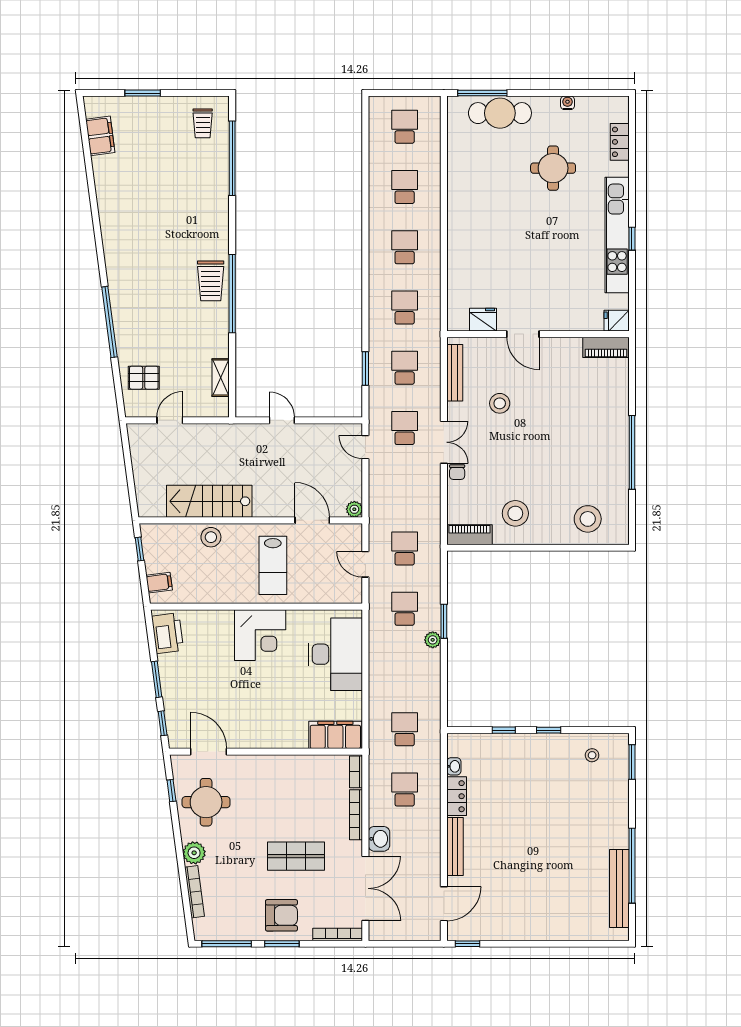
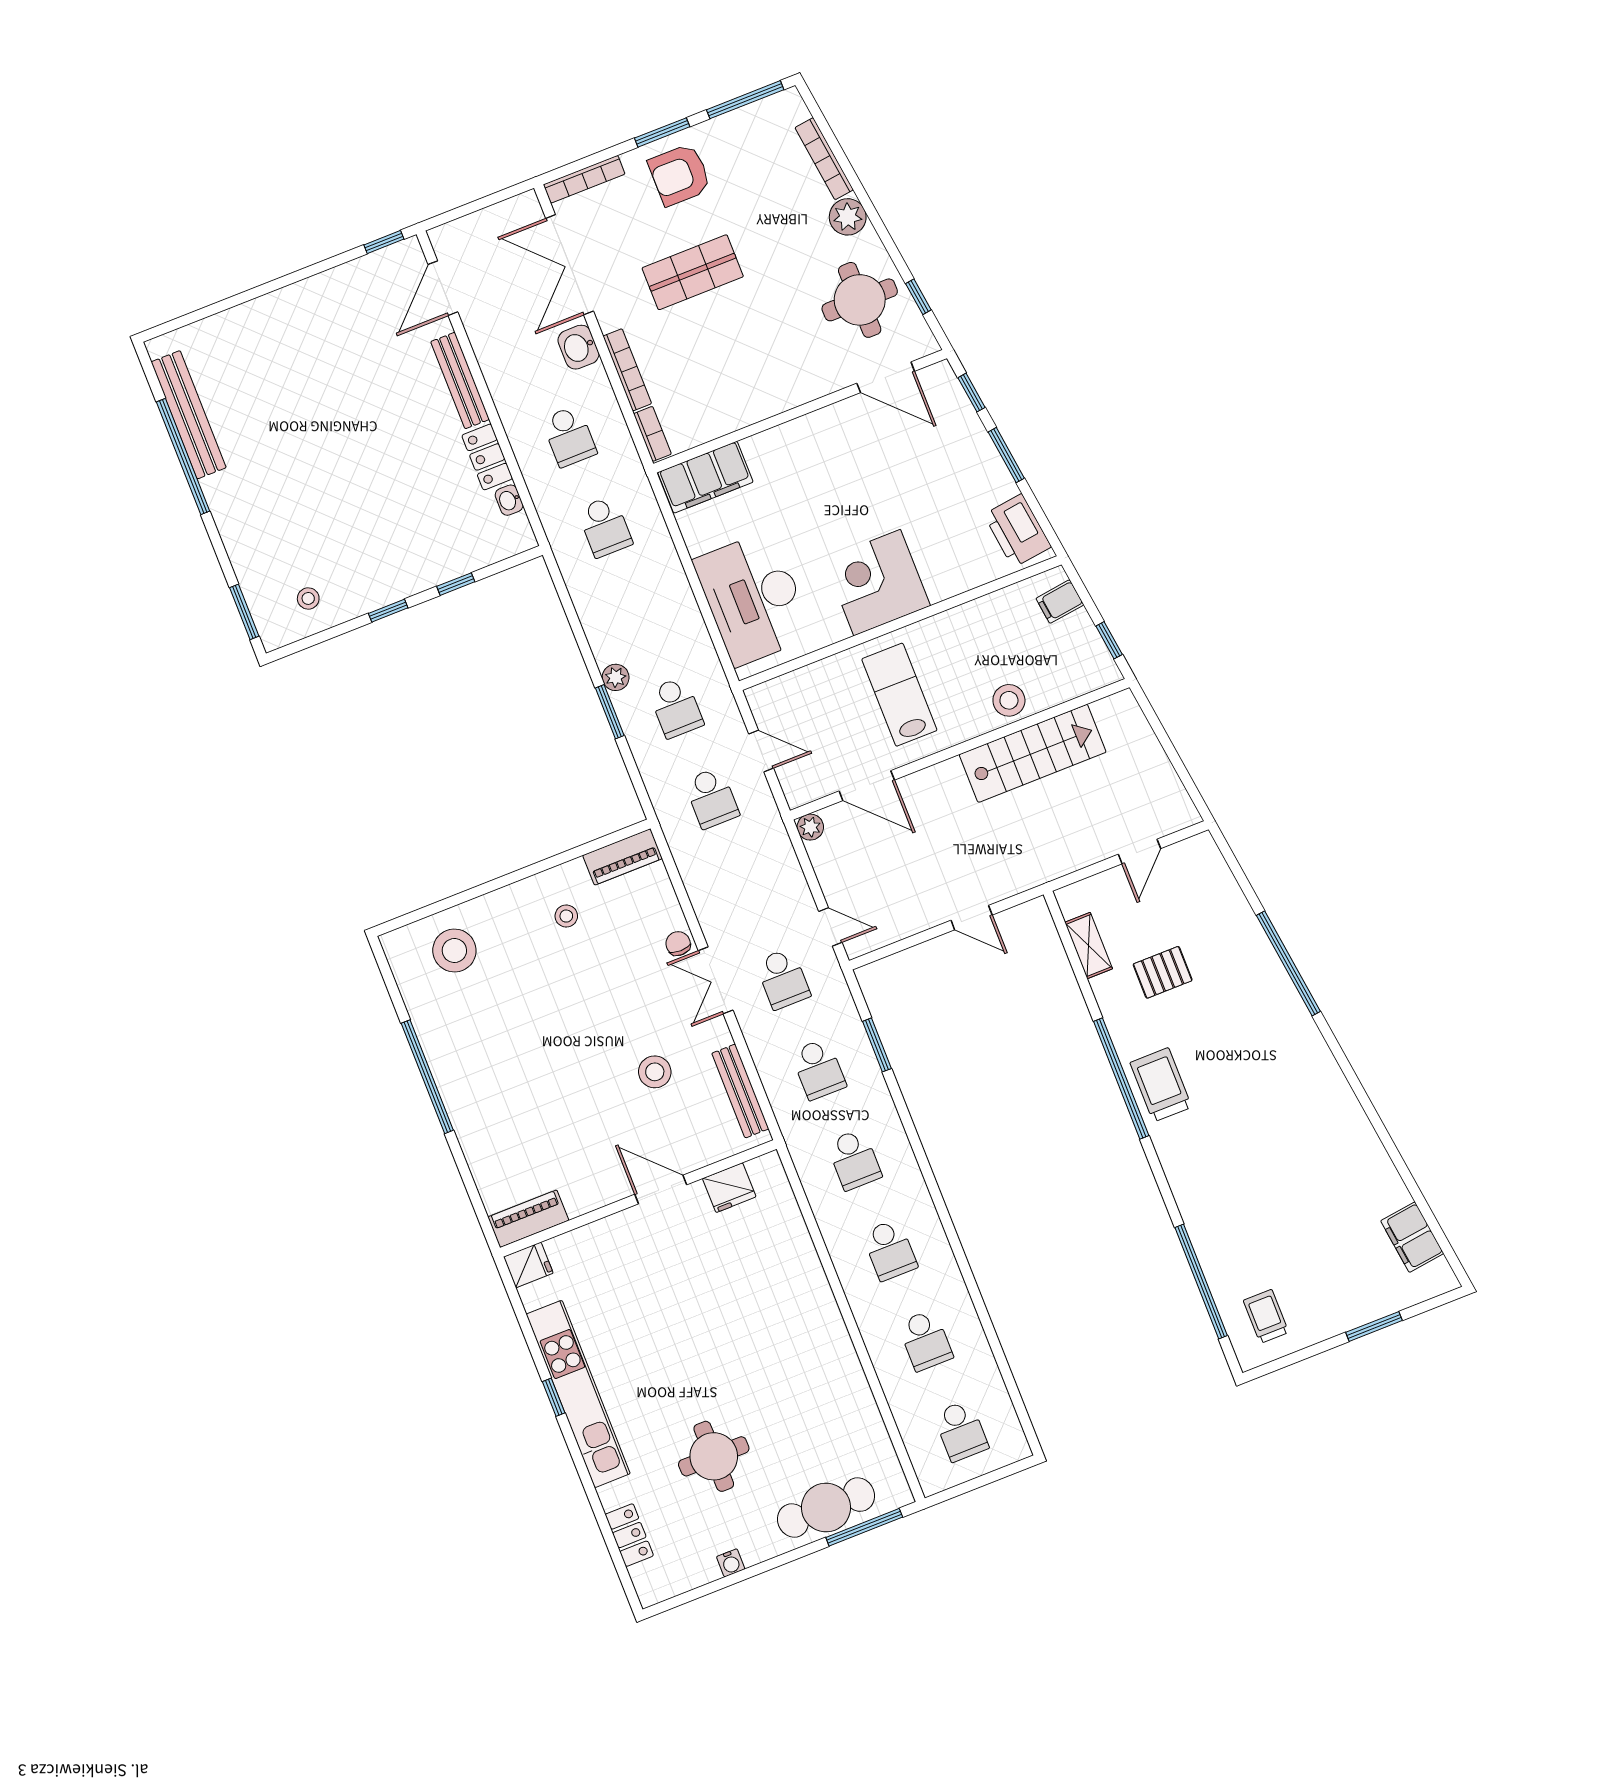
pallet: (144, 378) -> (1163, 972), moved
stool: (515, 513) -> (566, 916), width x0.53, depth x0.53

